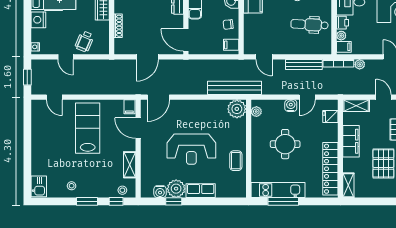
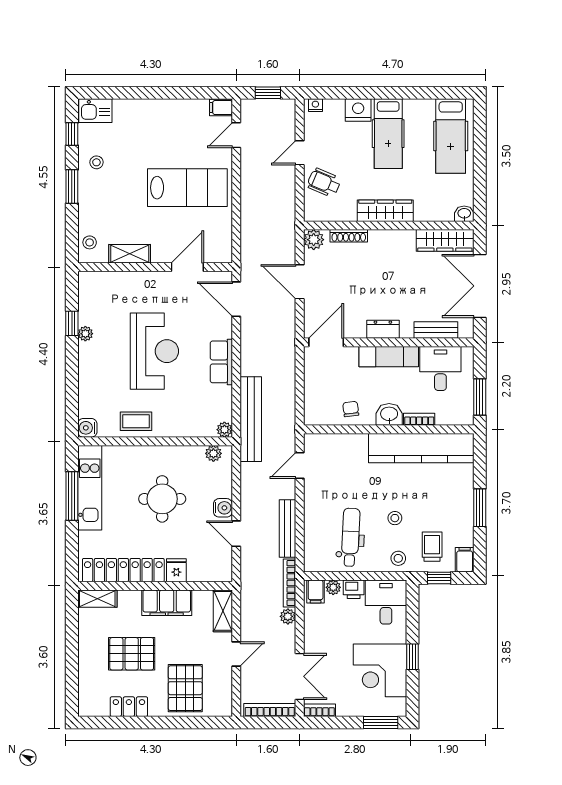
filing cabinet: (231, 45) -> (319, 414), removed
plant: (121, 48) -> (314, 240), added
filing cabinet: (129, 107) -> (221, 108), moved
plant: (237, 109) -> (224, 430), width x0.53, depth x0.53
fridge: (330, 117) -> (176, 570), moved
reception desk: (191, 149) -> (154, 351), turned 180
plant: (176, 189) -> (85, 334), width x0.53, depth x0.53
row of seats: (201, 191) -> (221, 362), moved, turned 180
water cooler: (160, 192) -> (87, 428), moved
window: (116, 201) -> (72, 134), moved

